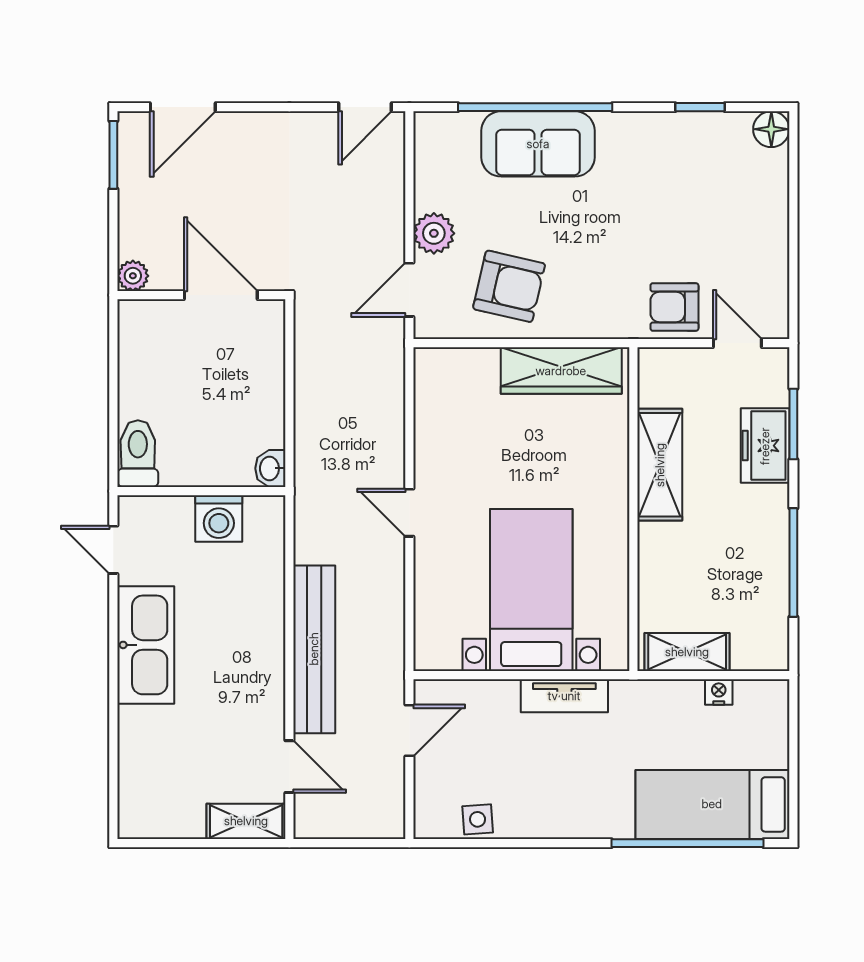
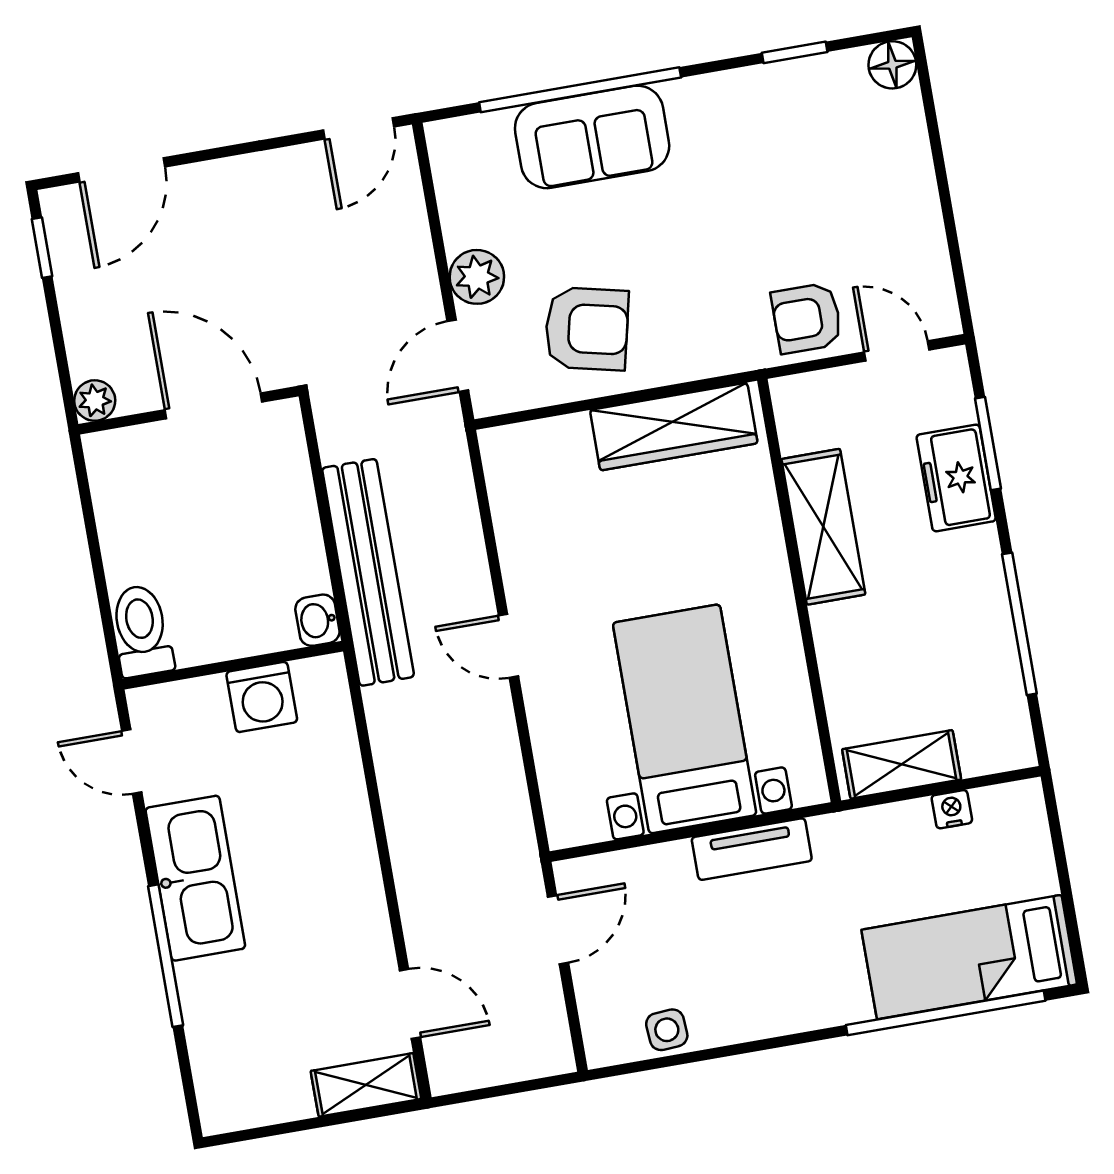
window: (113, 155) -> (42, 248), width x0.67
bench: (314, 649) -> (368, 572), moved
window: (113, 699) -> (166, 956), added

